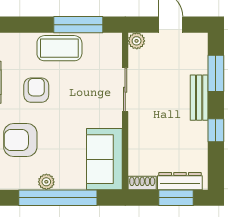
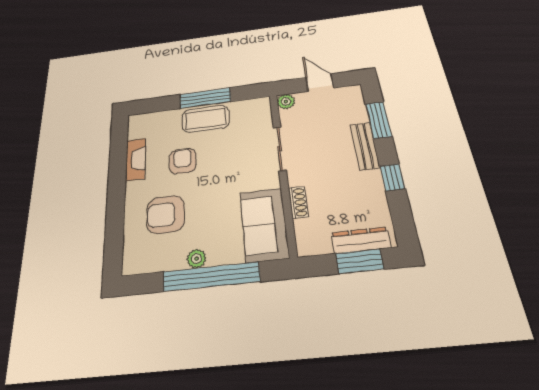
window: (78, 25) -> (205, 98), moved
shoe rack: (142, 183) -> (298, 202), moved, turned 90

